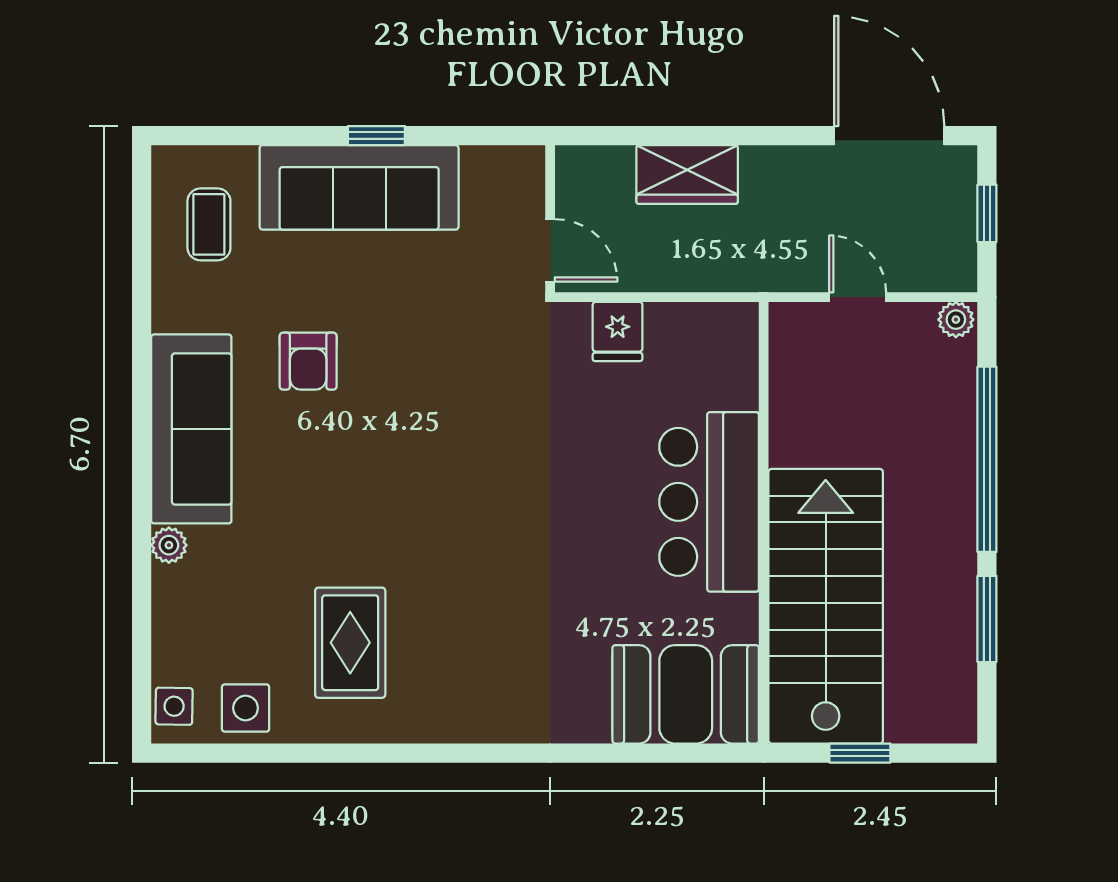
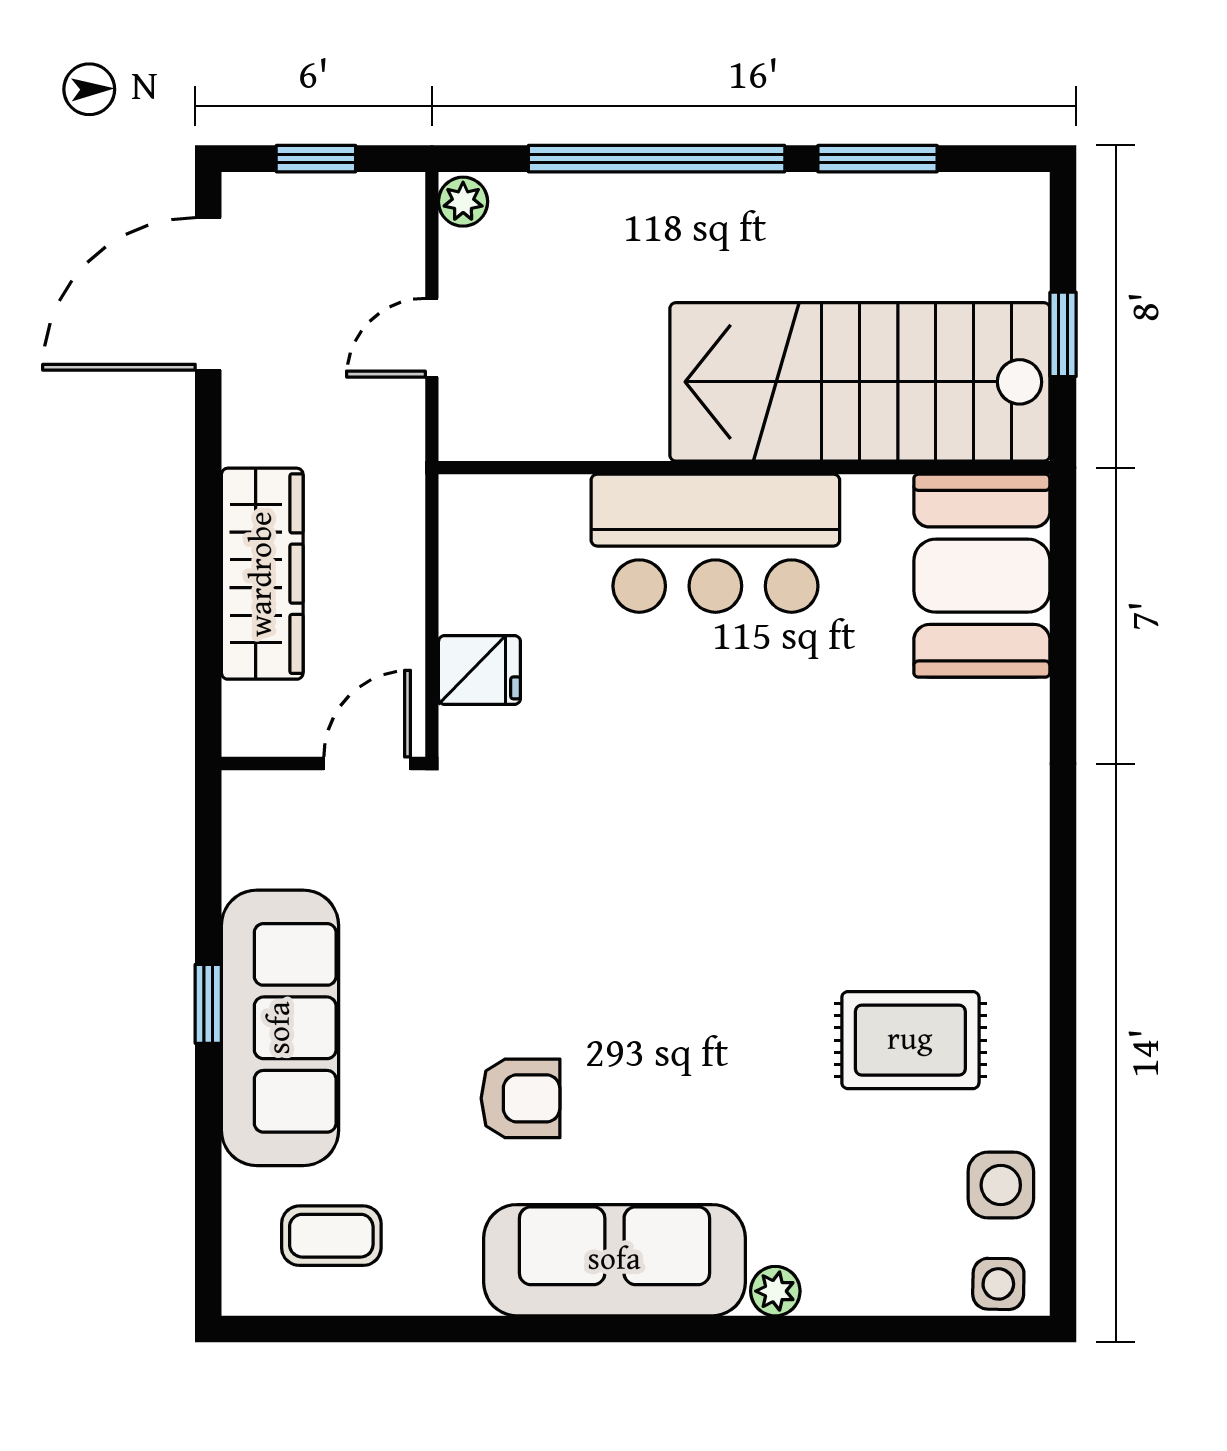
wardrobe: (687, 175) -> (262, 574), width x1.50

